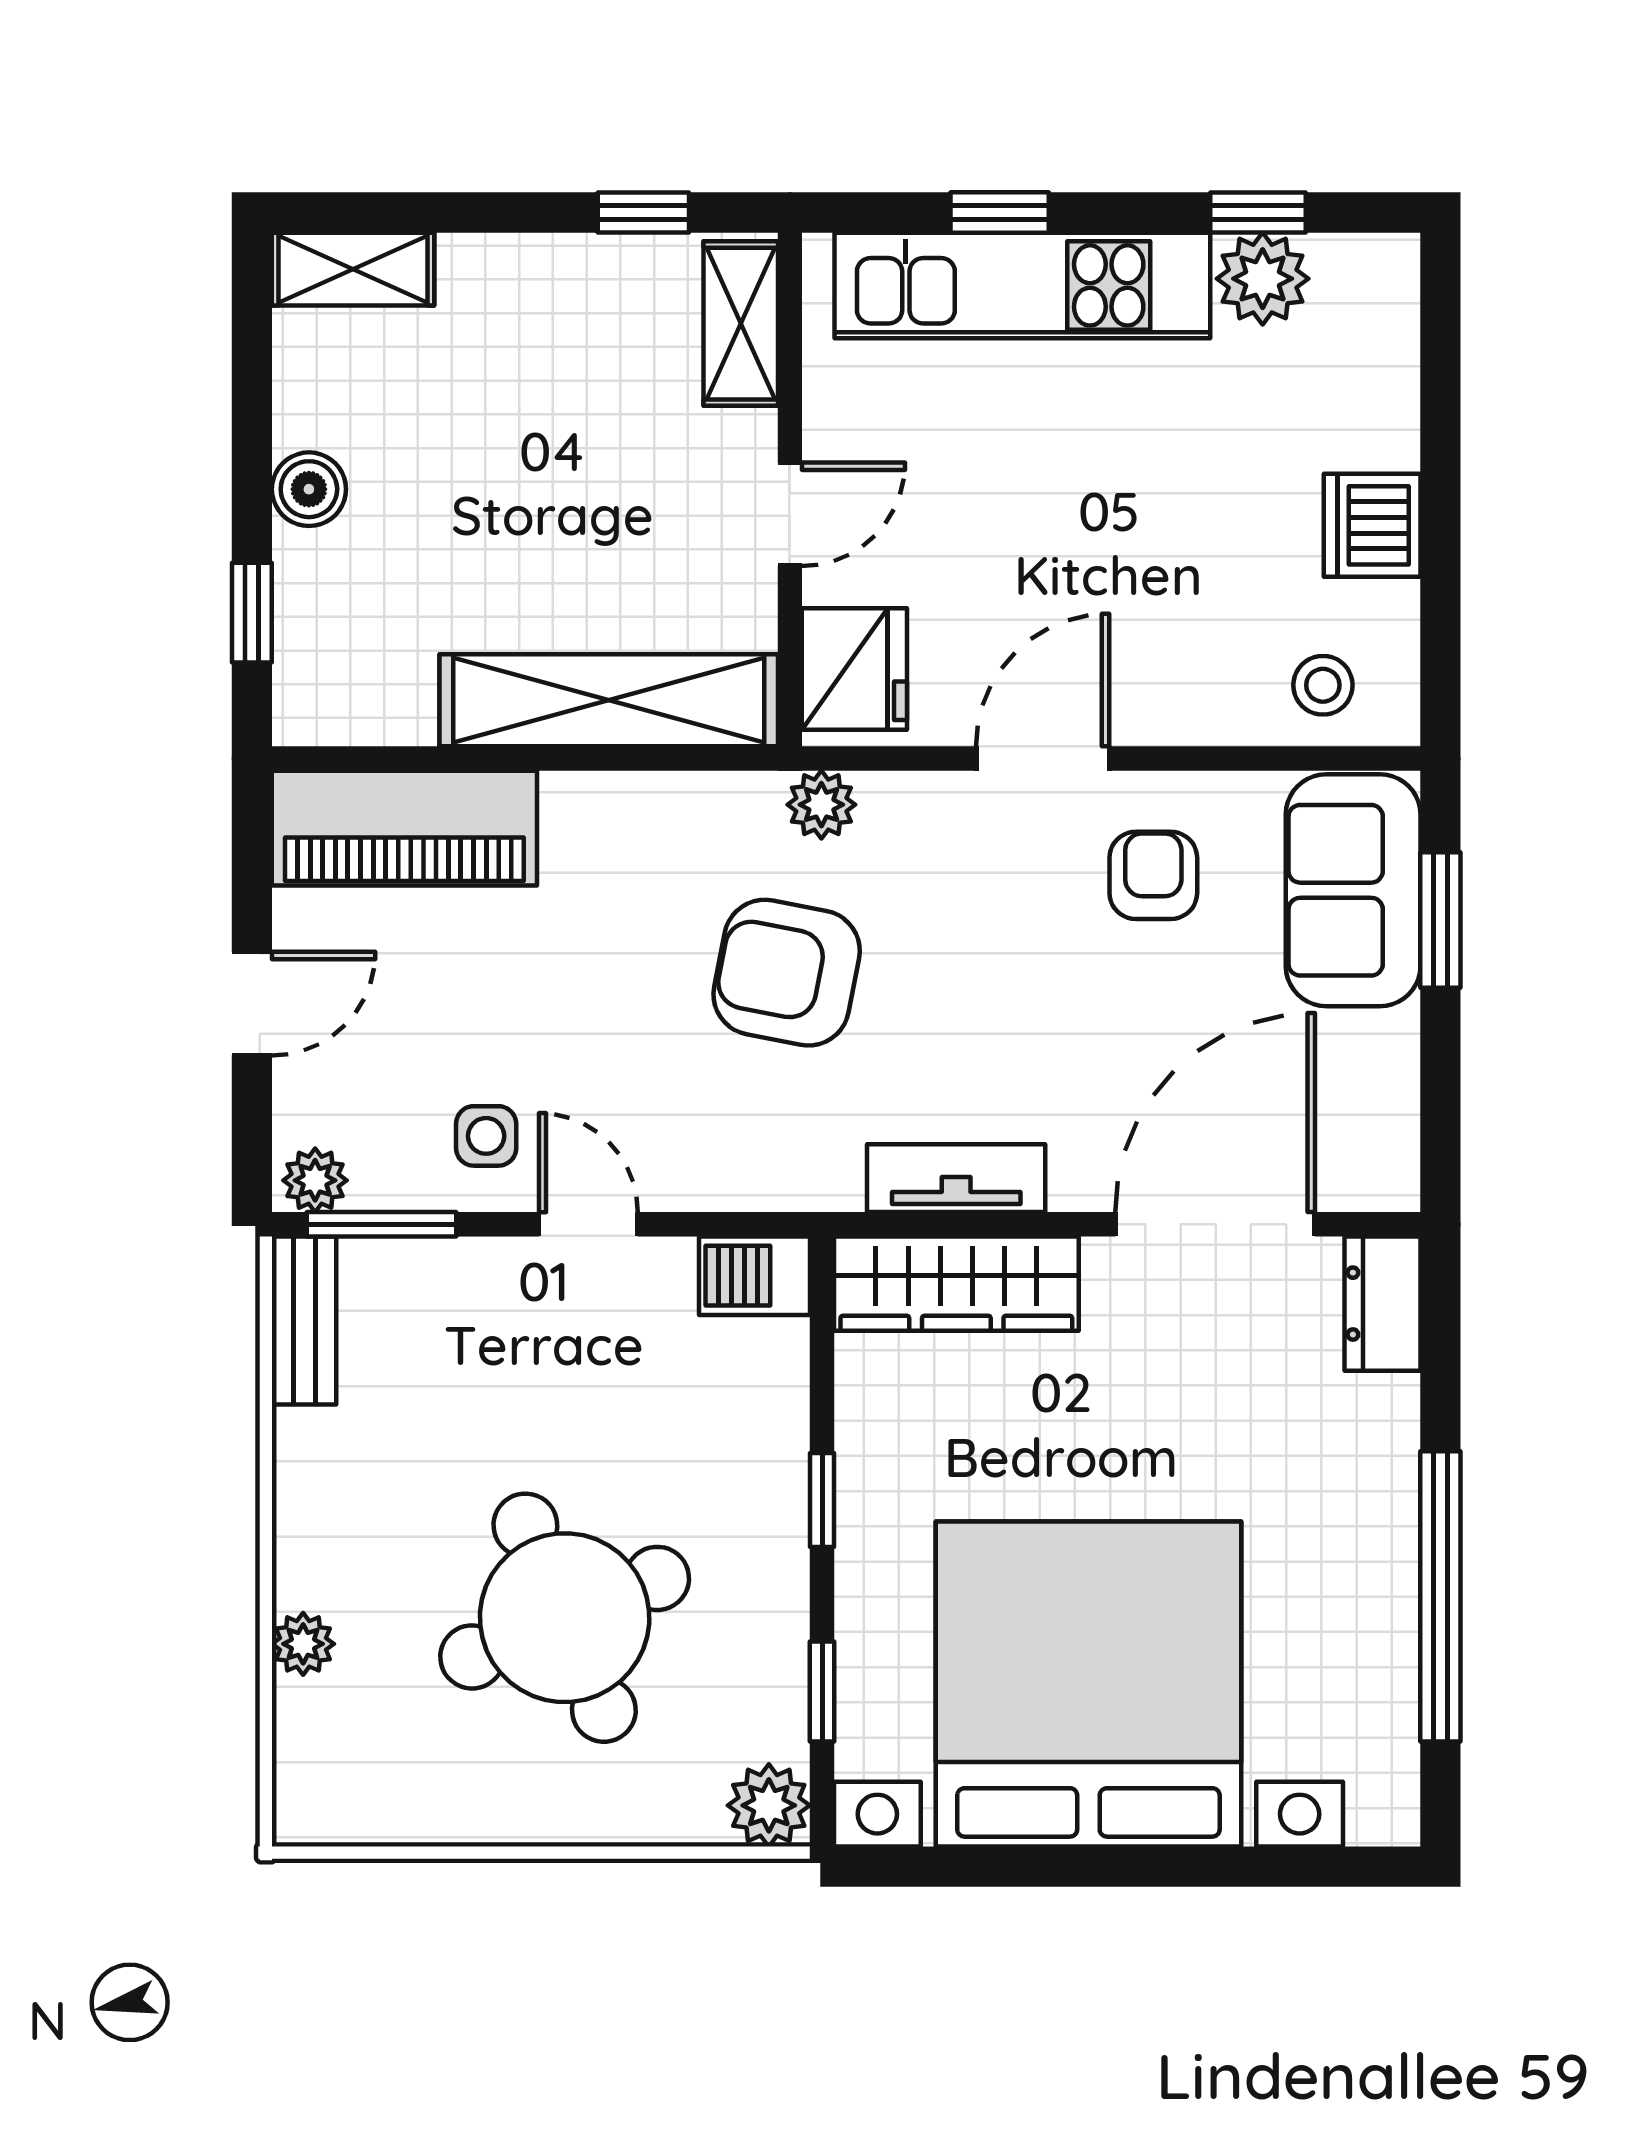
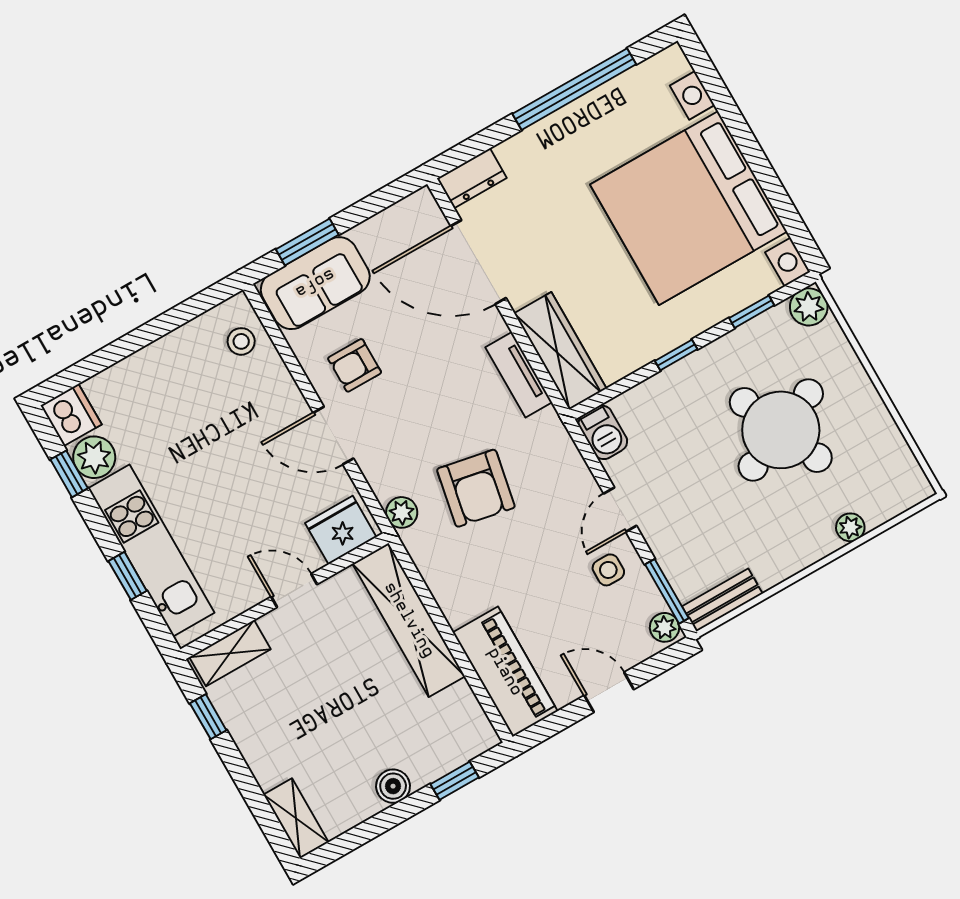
dishwasher: (1372, 525) -> (71, 415), moved, turned -90

